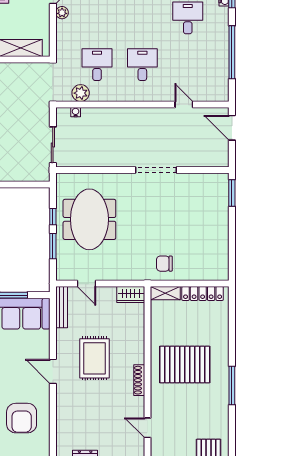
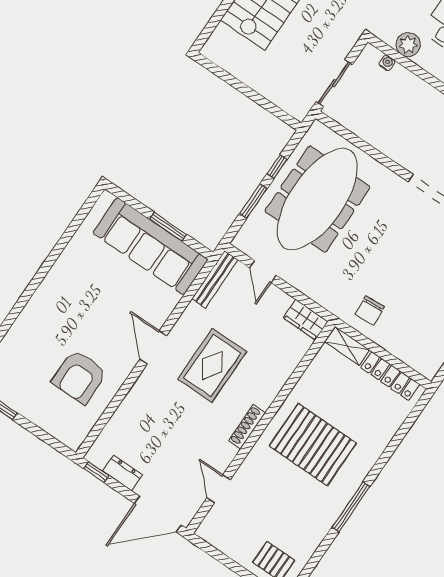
meeting table: (89, 219) -> (317, 199), width x1.36
chair: (164, 264) -> (370, 311), turned -94

